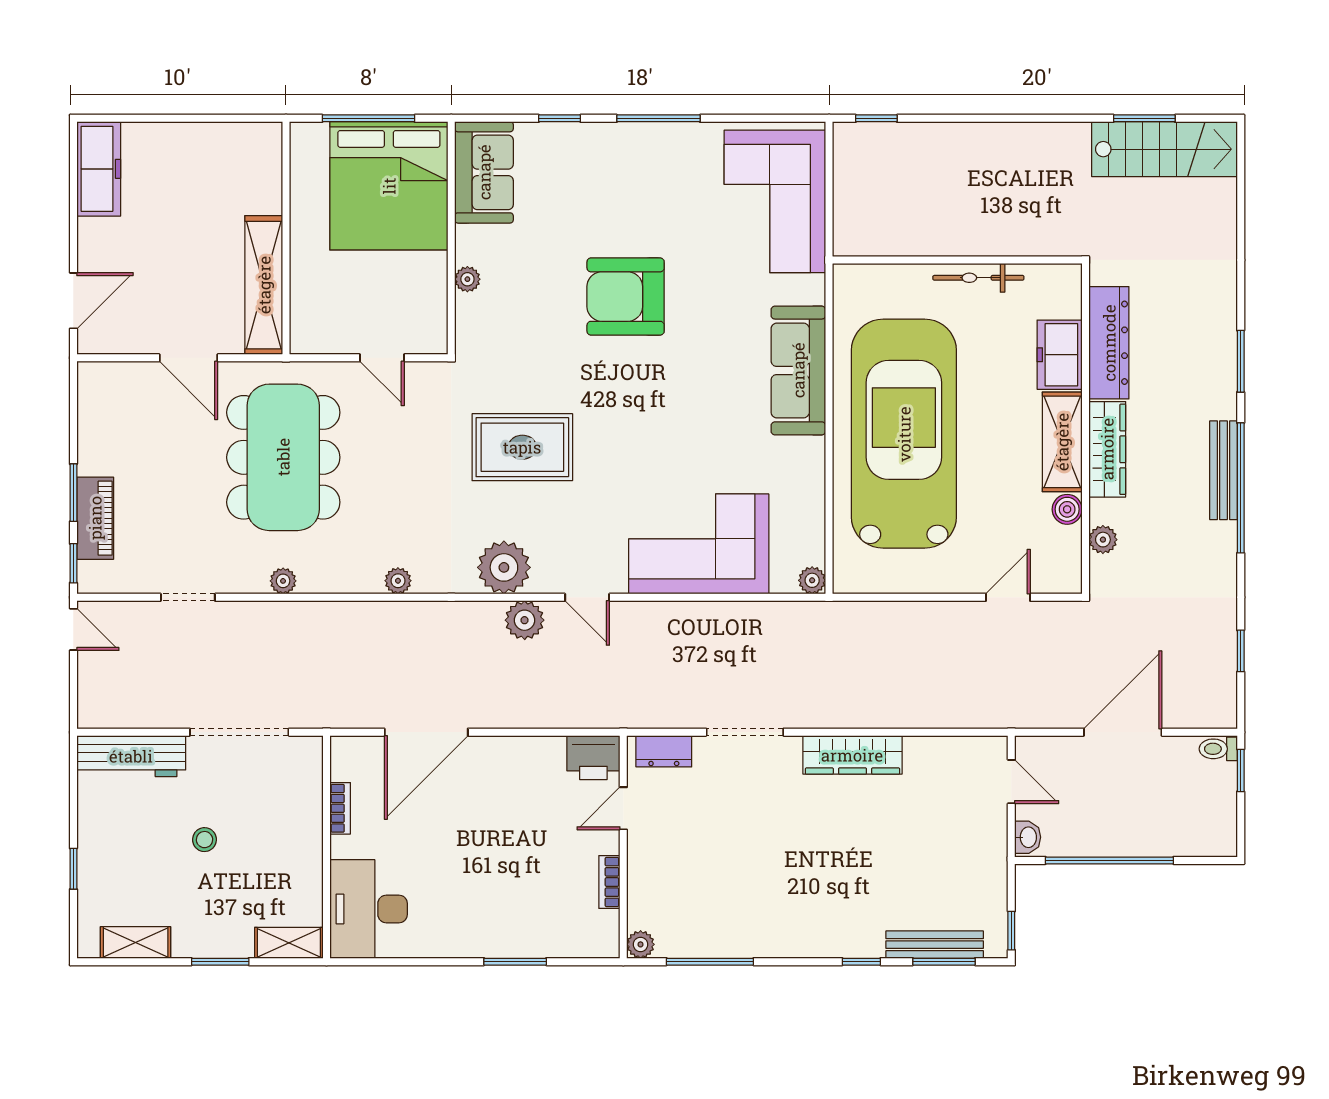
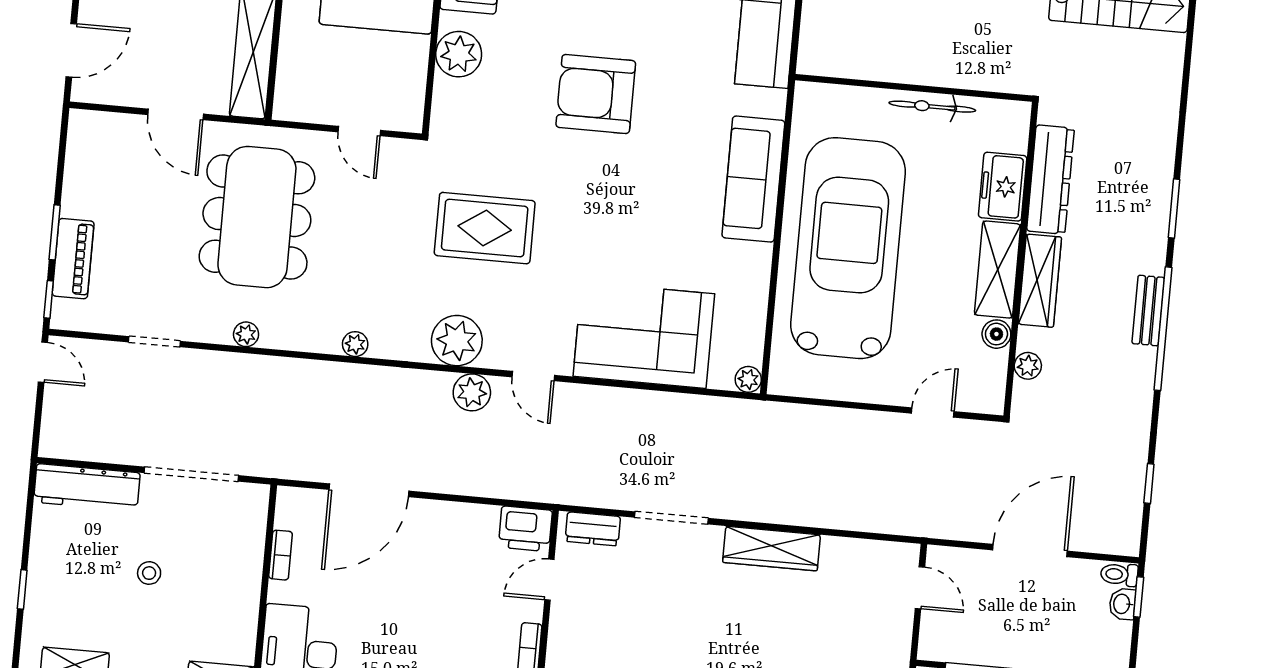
plant: (467, 279) -> (459, 54), width x1.88, depth x1.88
bench: (1223, 470) -> (1148, 311), width x0.73
washbasin: (1028, 837) -> (1122, 604), moved, turned 180

